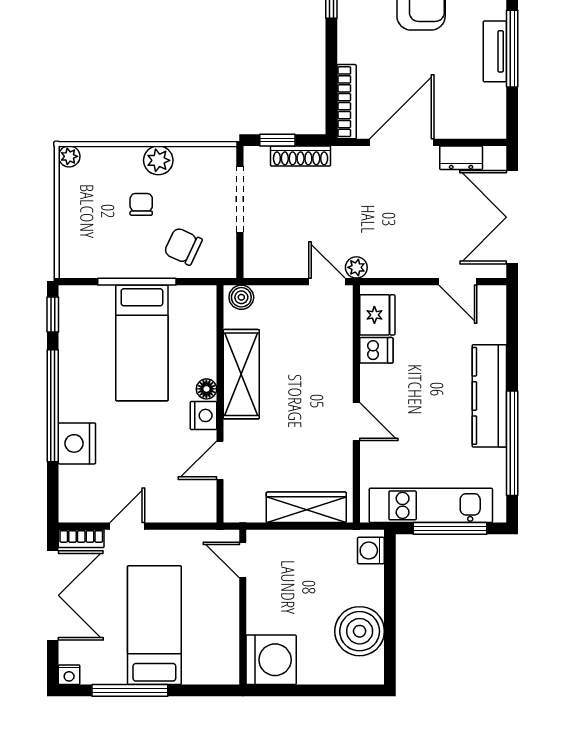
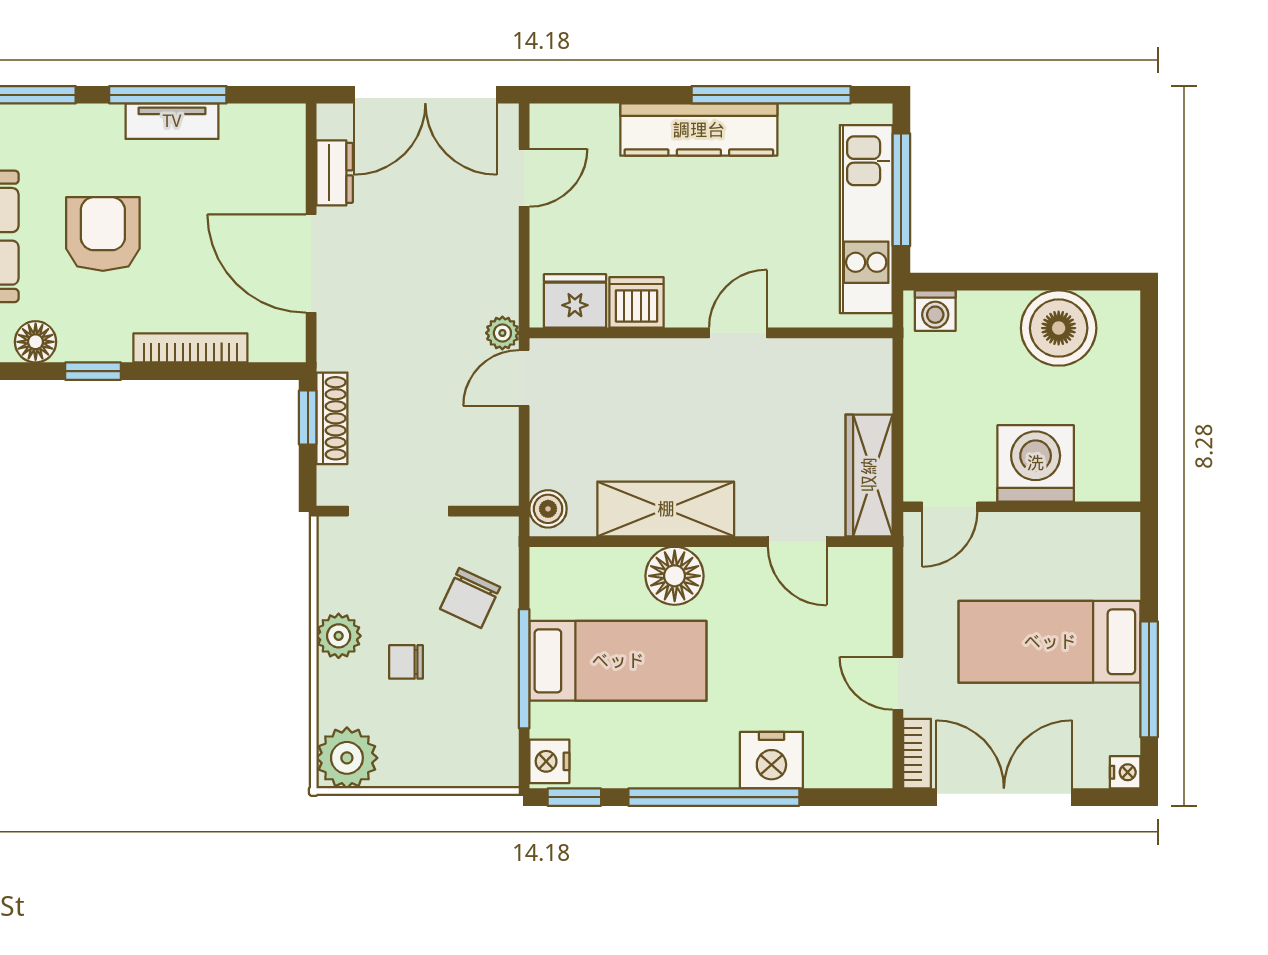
bookcase: (347, 102) -> (190, 348), moved
window: (277, 140) -> (308, 418), moved
plant: (69, 156) -> (347, 758), width x1.87, depth x1.87
dishwasher: (376, 350) -> (637, 302), width x1.38
floor lamp: (206, 389) -> (675, 576), width x1.89, depth x1.89
nightstand: (203, 415) -> (549, 761), moved, turned -90
wardrobe: (306, 507) -> (869, 475), moved
washing machine: (271, 660) -> (1036, 463), moved

